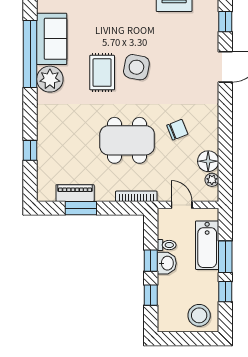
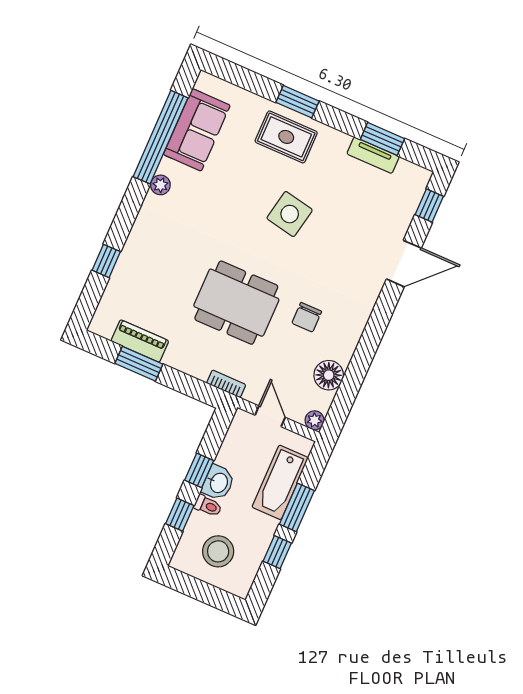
rug: (102, 73) -> (286, 137), moved, turned 90
plant: (50, 79) -> (160, 185), width x0.53, depth x0.53
chair: (177, 130) -> (307, 317), turned 112
plant: (212, 180) -> (315, 420), moved
bookcase: (136, 196) -> (226, 384), width x0.64
toilet: (167, 245) -> (208, 506), moved
stool: (199, 315) -> (218, 551), moved

